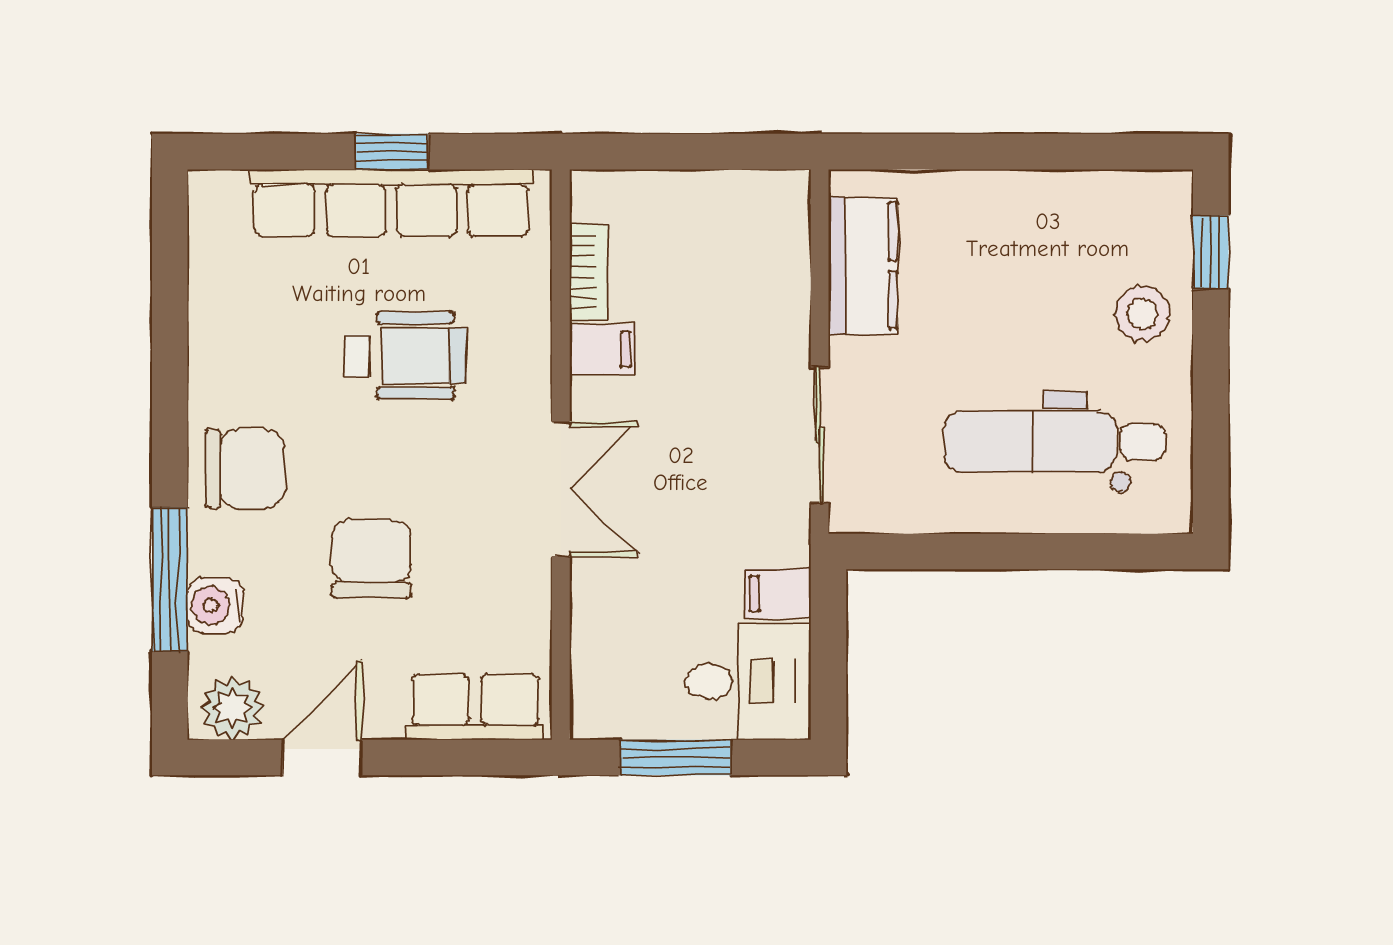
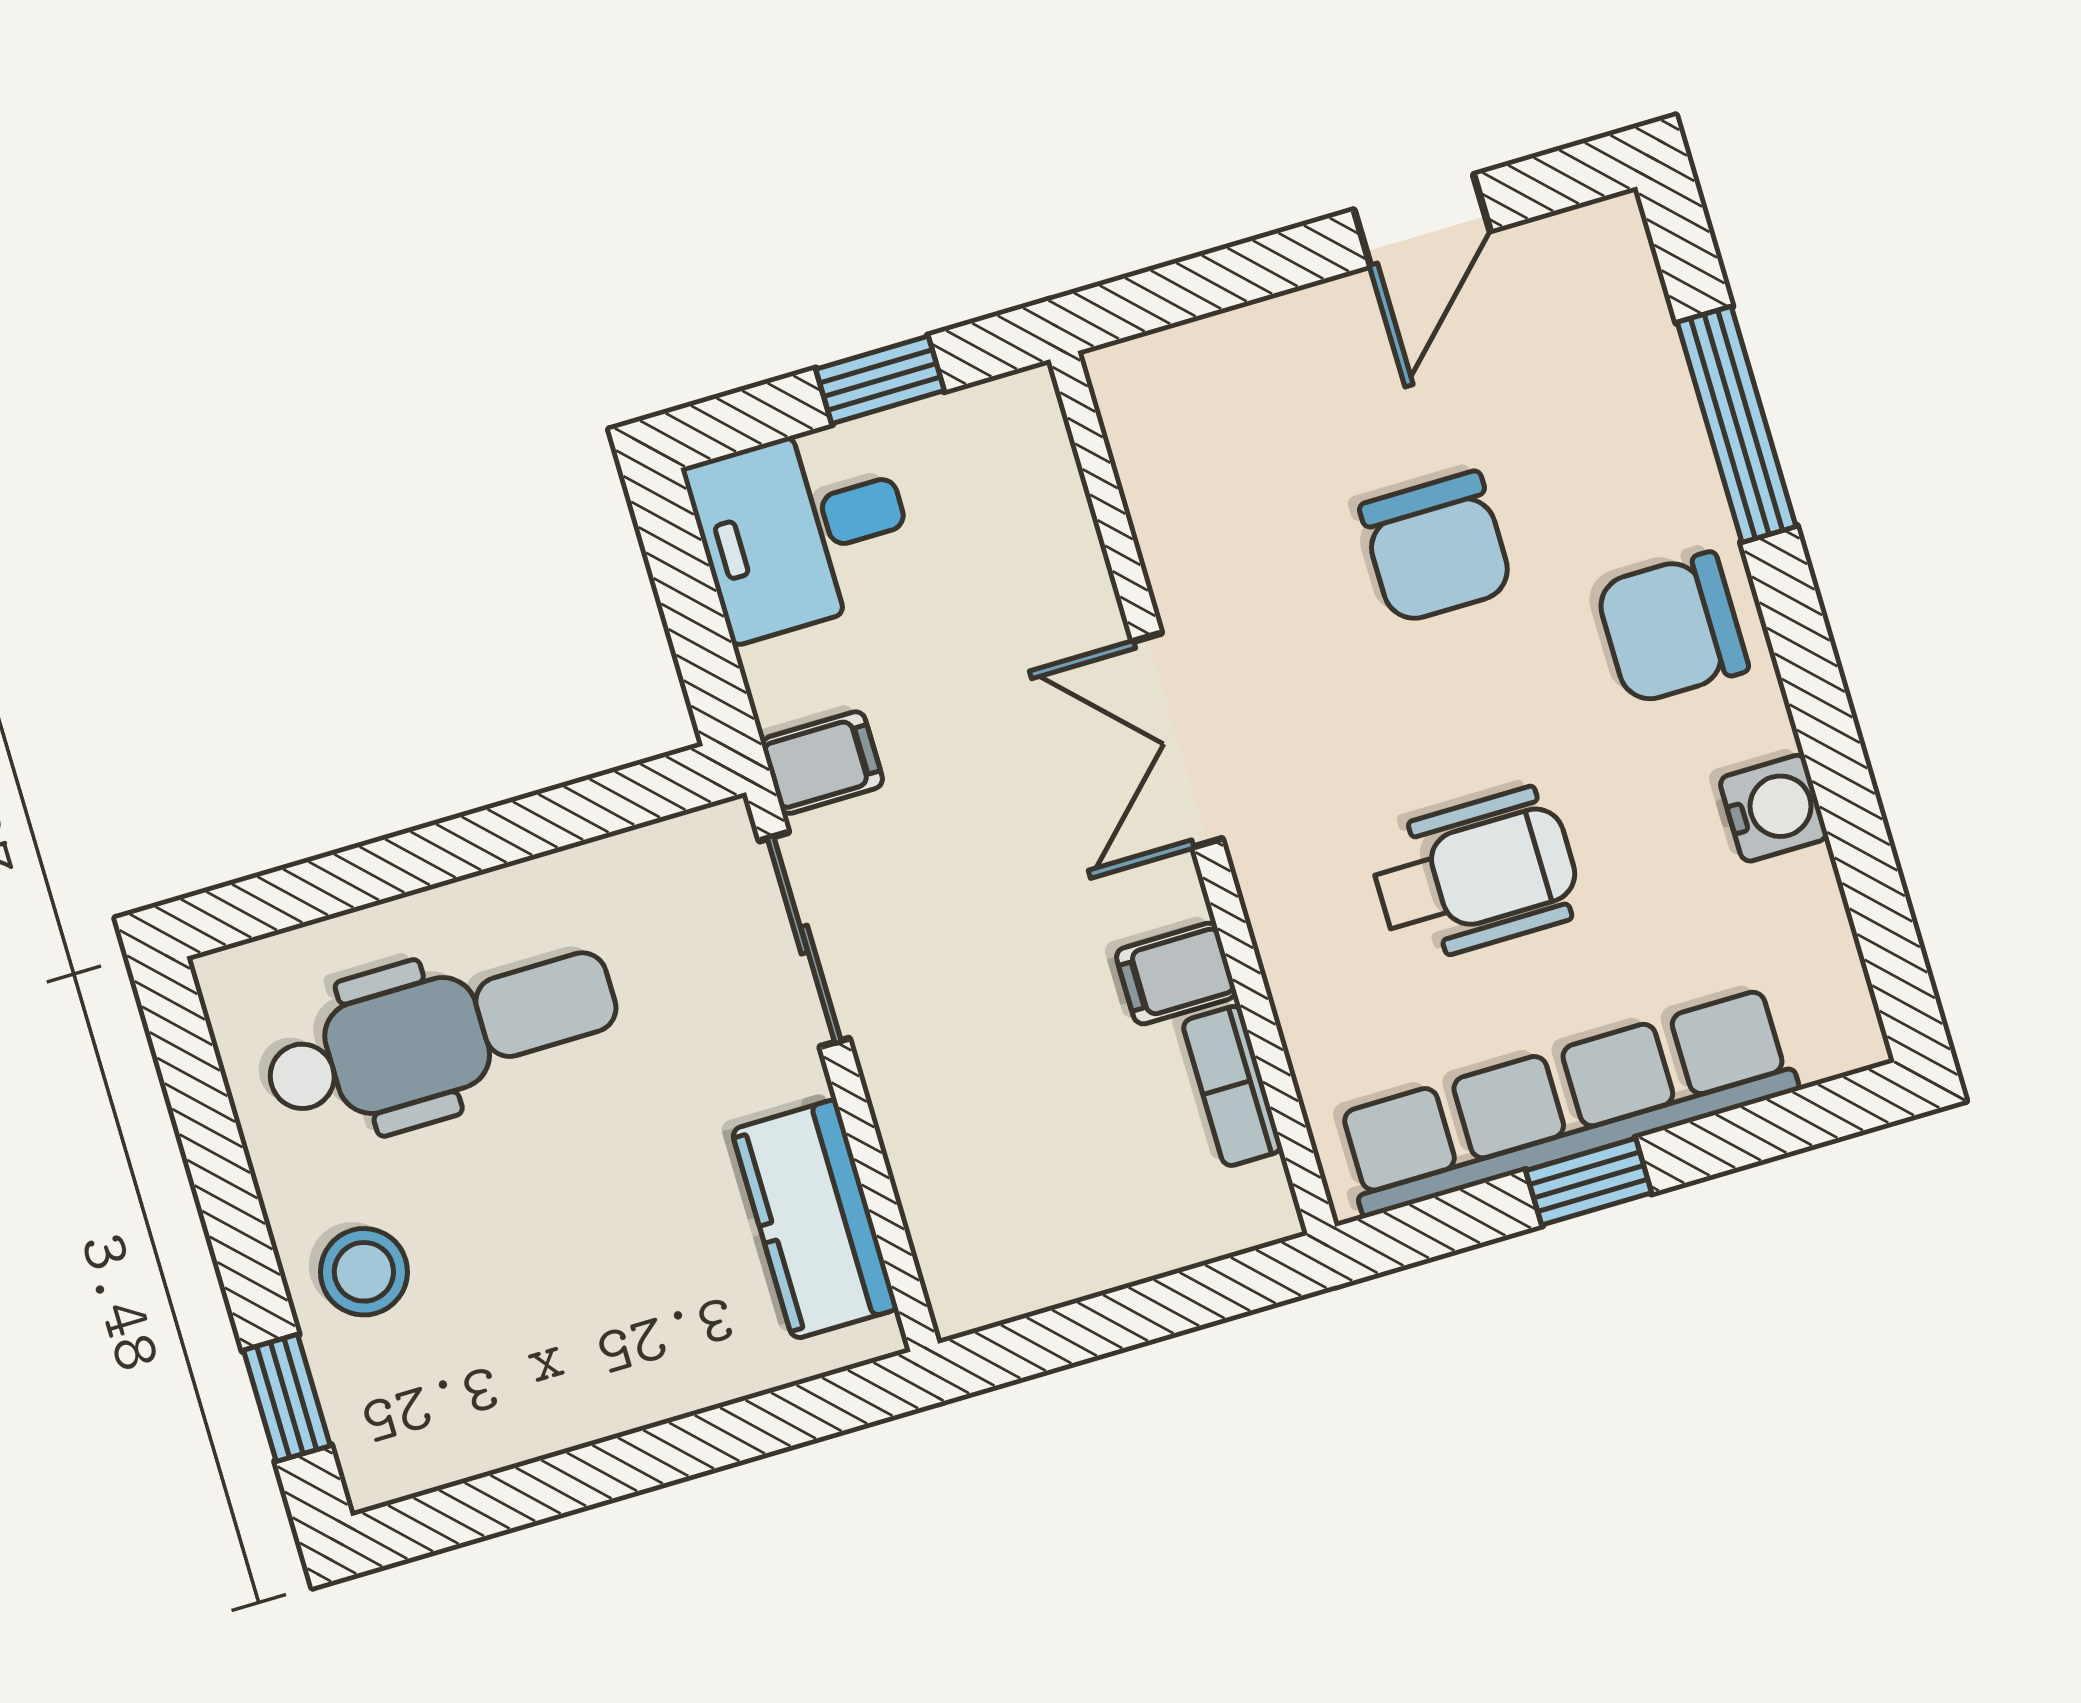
wheelchair: (406, 356) -> (1475, 875), turned 180
filing cabinet: (777, 594) -> (822, 763), moved
water cooler: (215, 605) -> (1774, 808), moved
row of seats: (475, 707) -> (1210, 367), removed
plant: (232, 708) -> (1583, 256), removed
window: (675, 757) -> (880, 380), width x0.67

